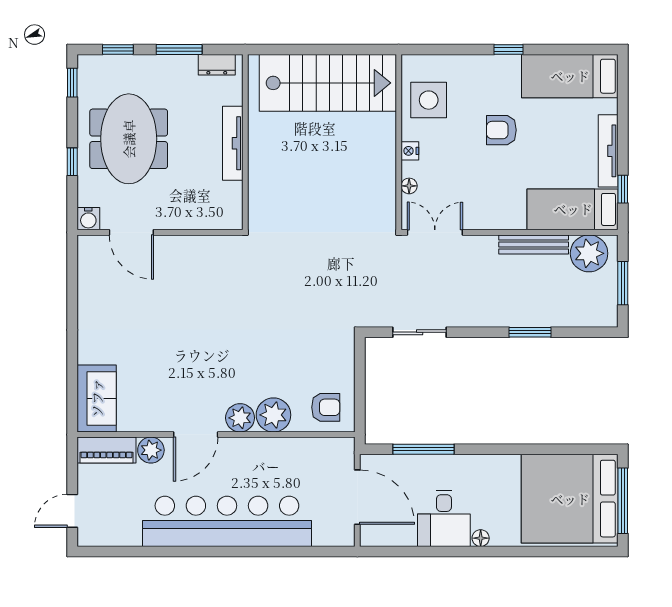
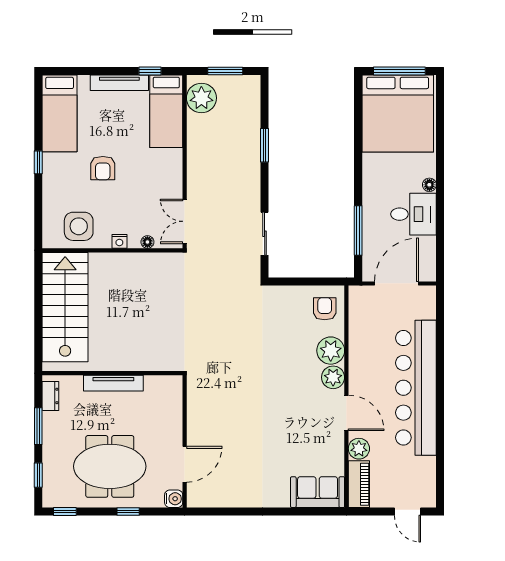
bench: (534, 244) -> (194, 142), removed

